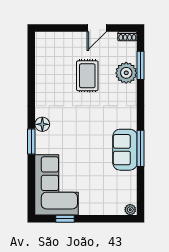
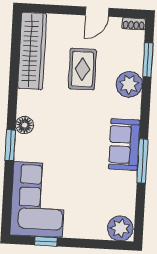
wardrobe: (45, 63) -> (32, 51), added
plant: (126, 73) -> (129, 84), moved
sofa: (125, 150) -> (124, 145), moved
plant: (130, 210) -> (120, 228), width x1.88, depth x1.88

